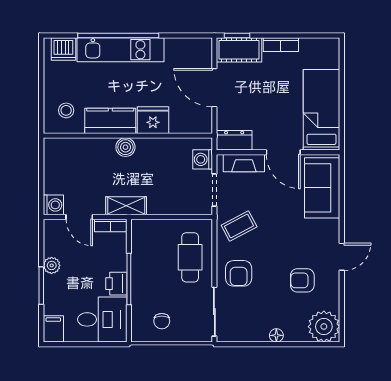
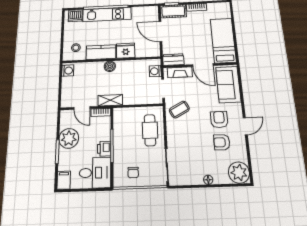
washing machine: (53, 205) -> (68, 71), moved
plant: (52, 265) -> (69, 138), width x1.87, depth x1.87
armchair: (239, 273) -> (219, 119), moved, turned 180

